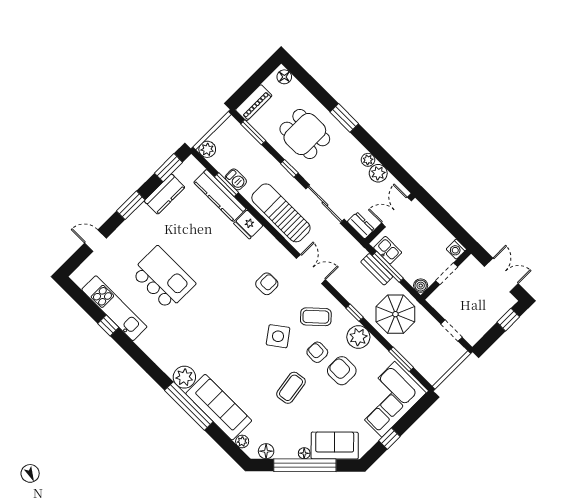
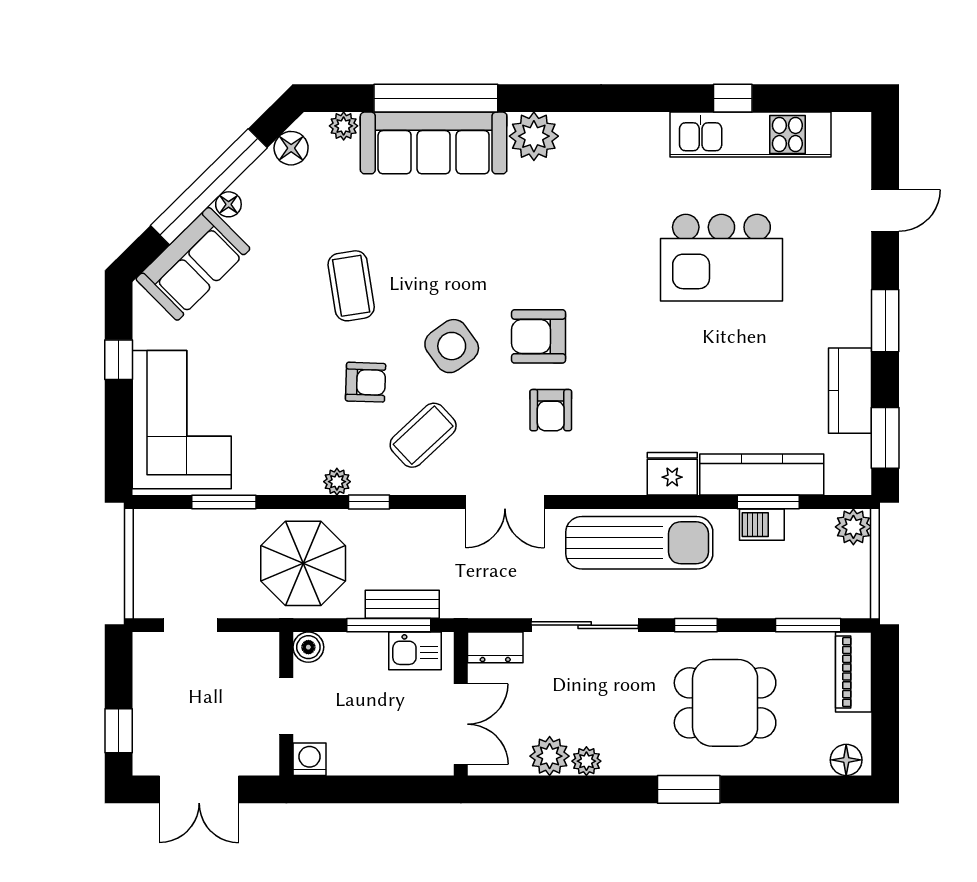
plant: (358, 337) -> (337, 482), width x0.53, depth x0.53
armchair: (342, 371) -> (539, 336), moved, turned 180
window: (189, 406) -> (436, 98), moved

